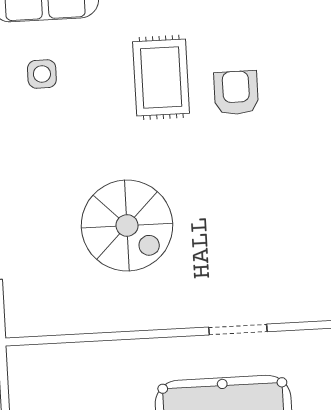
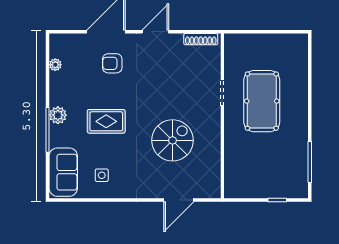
armchair: (236, 93) -> (112, 63), moved

